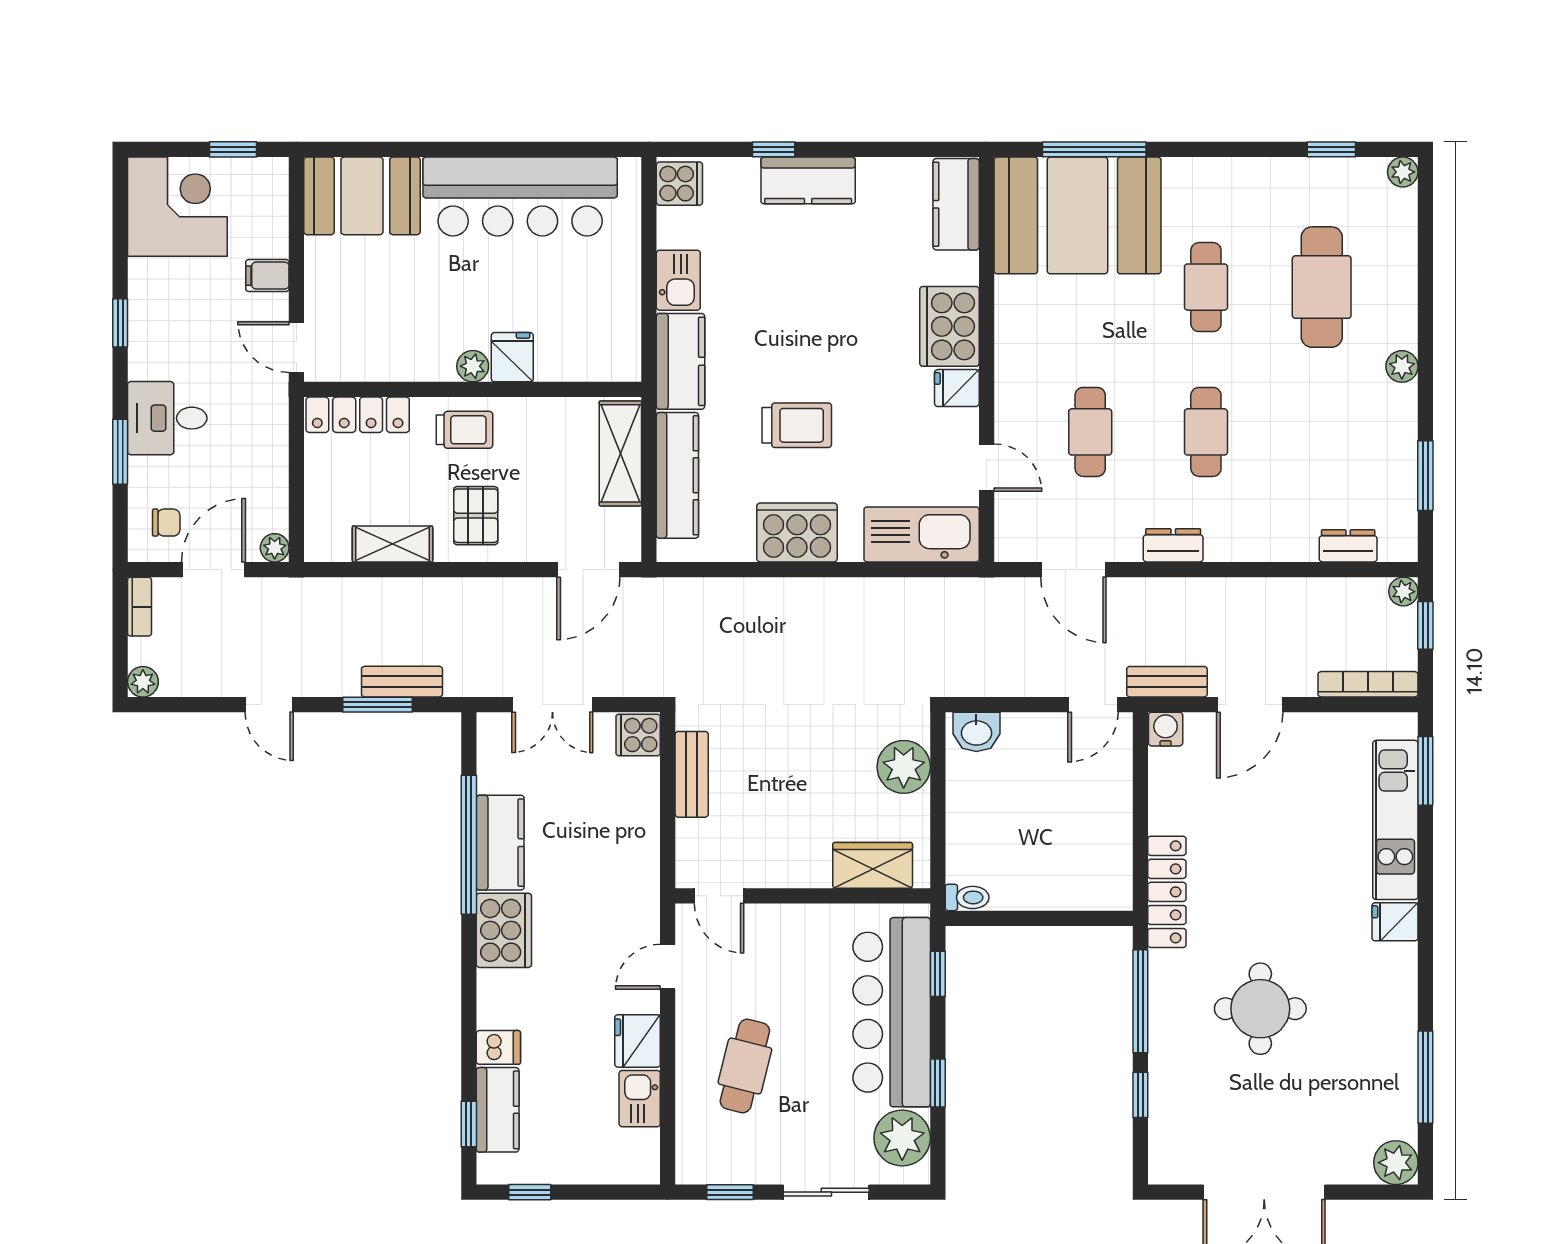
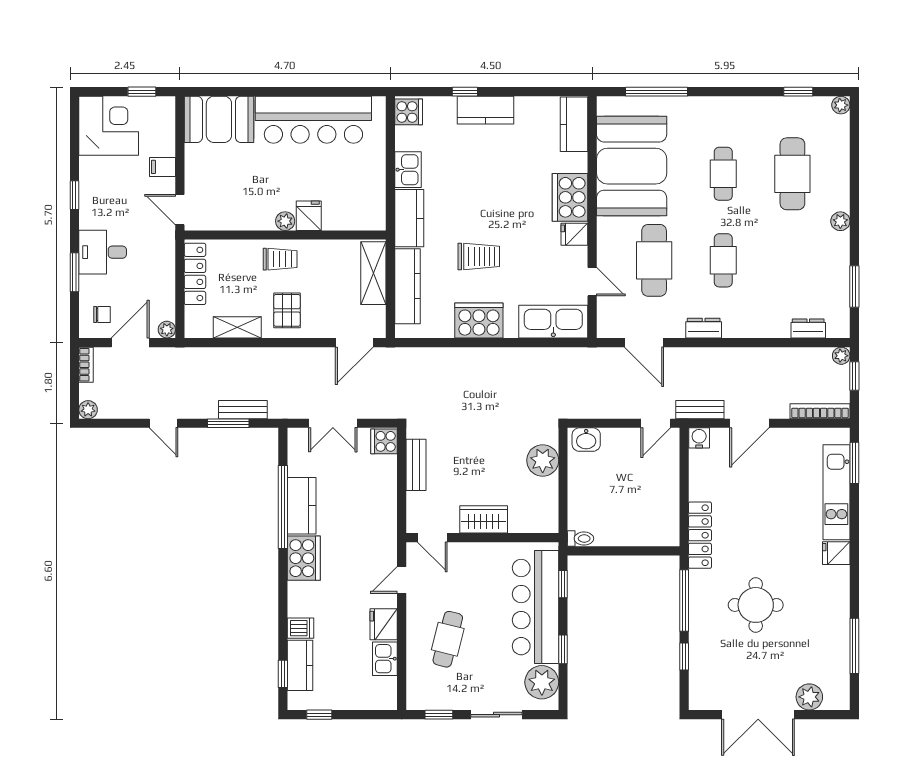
booth: (1077, 215) -> (632, 166), moved, turned 90
locker: (358, 415) -> (195, 274), moved, turned -90
cafe table: (1090, 432) -> (654, 260), width x1.37, depth x1.35
wardrobe: (873, 865) -> (484, 519), moved
plant: (1396, 1163) -> (809, 697), moved

